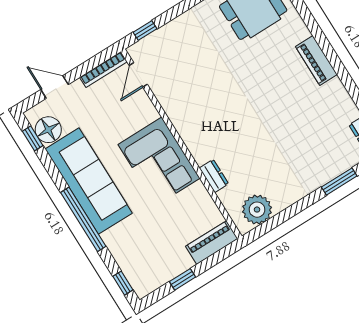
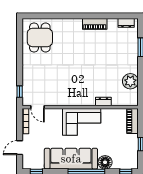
piano: (316, 61) -> (95, 24), moved
floor lamp: (48, 130) -> (105, 162), moved
plant: (257, 210) -> (130, 81), moved

